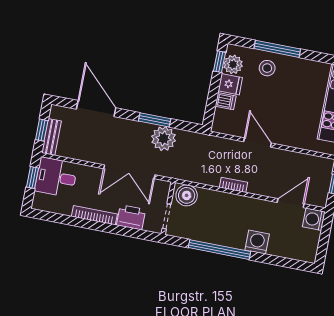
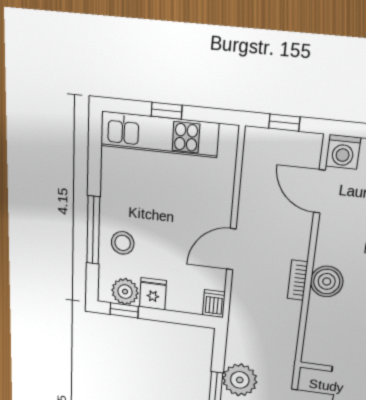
dishwasher: (226, 101) -> (214, 304), moved
boiler: (187, 195) -> (327, 281), moved

